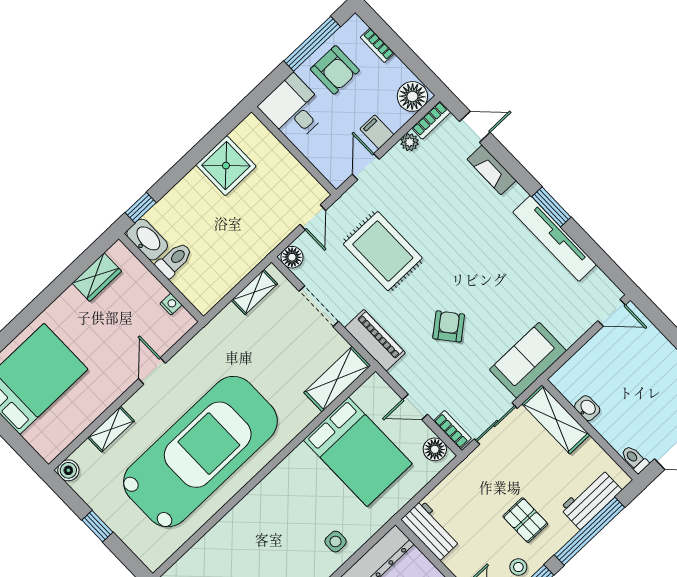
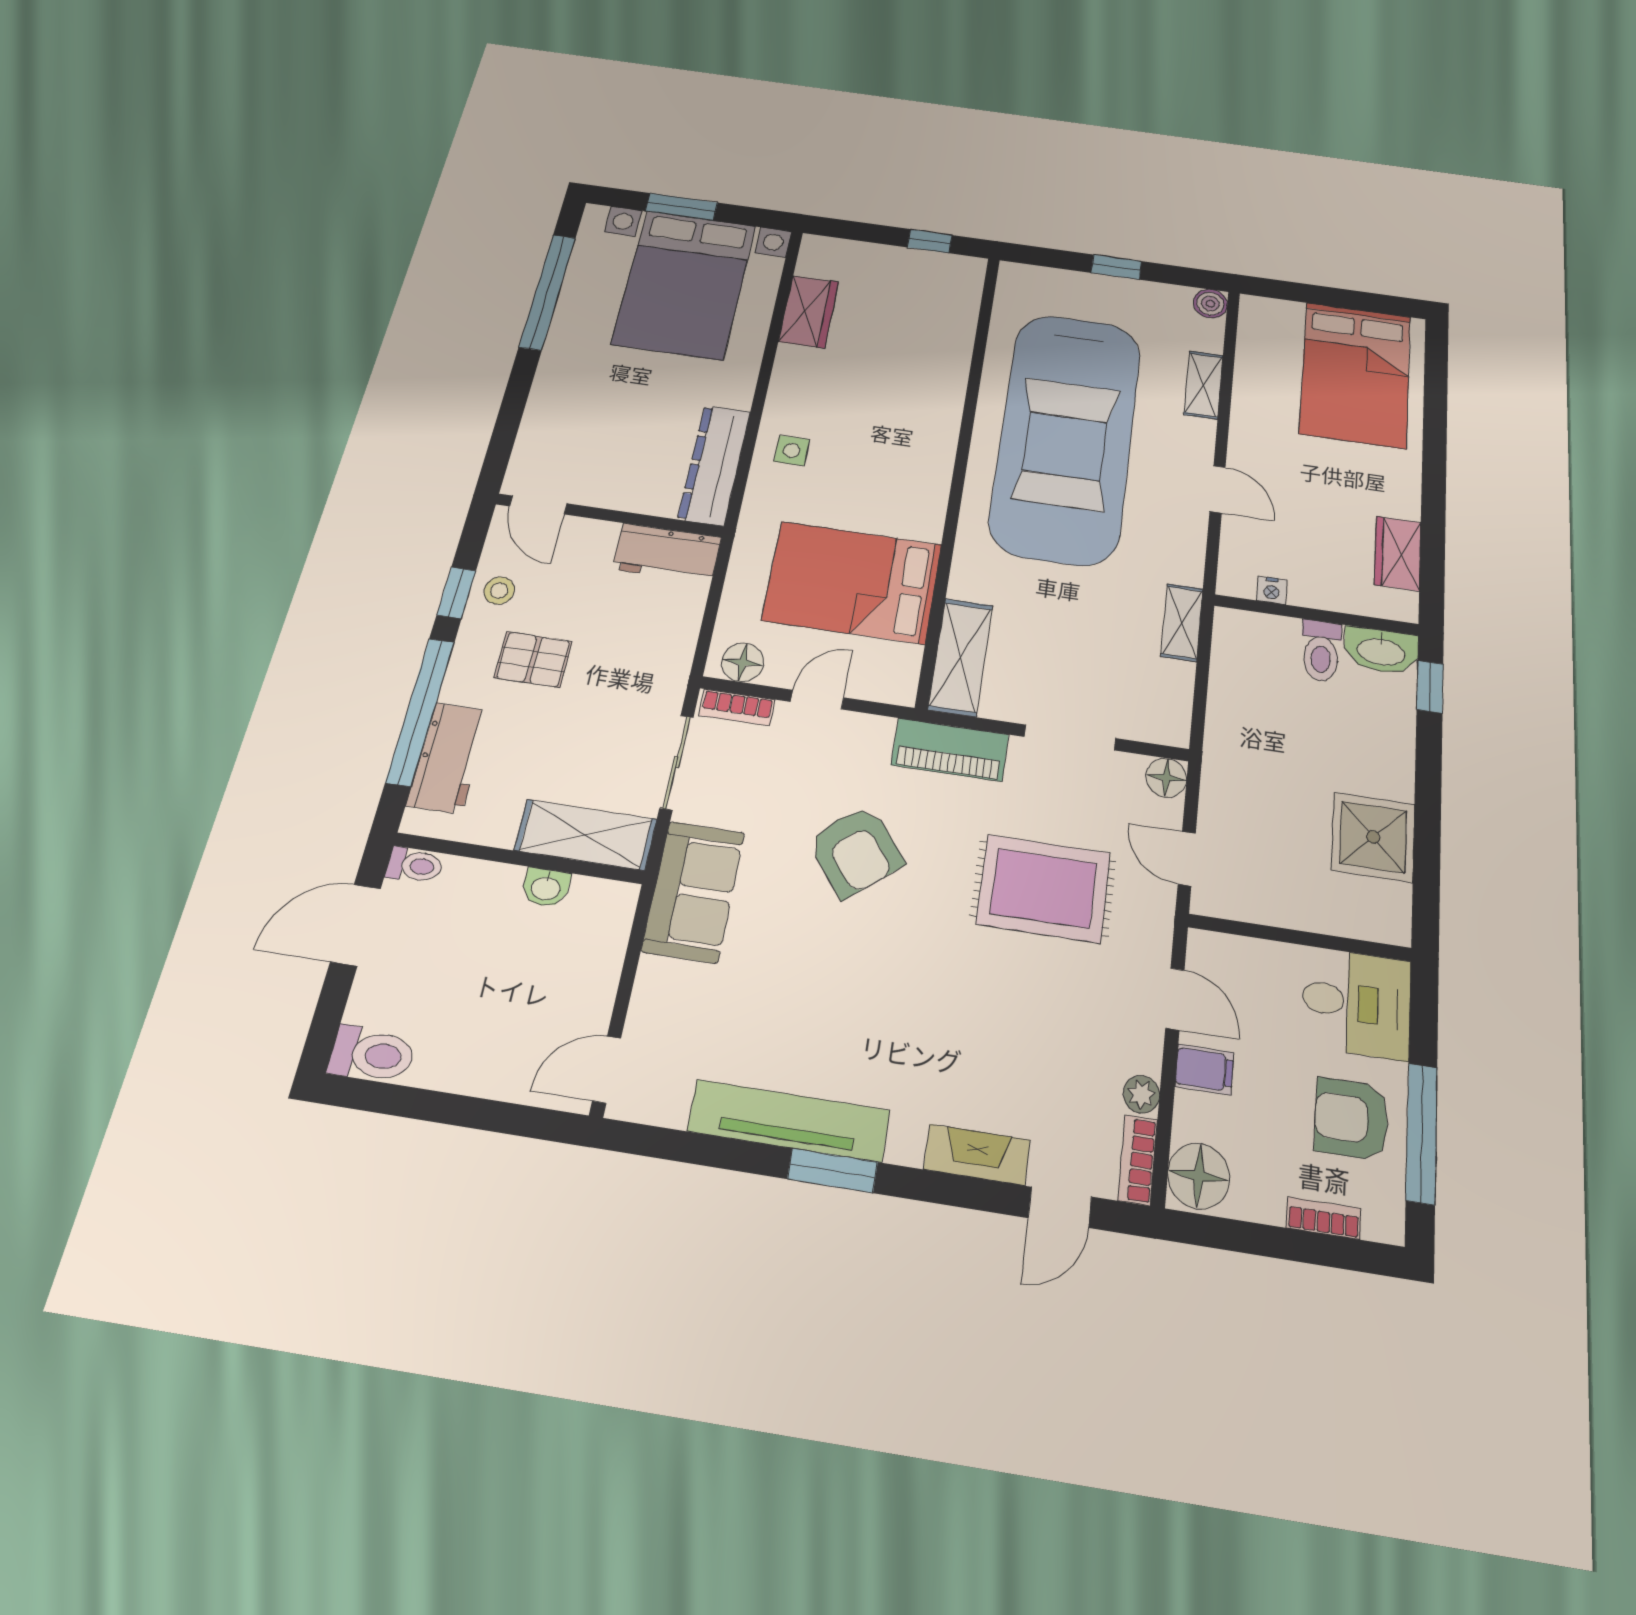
shelving: (254, 292) -> (1182, 622), moved
armchair: (449, 326) -> (856, 851), width x1.38, depth x1.38

